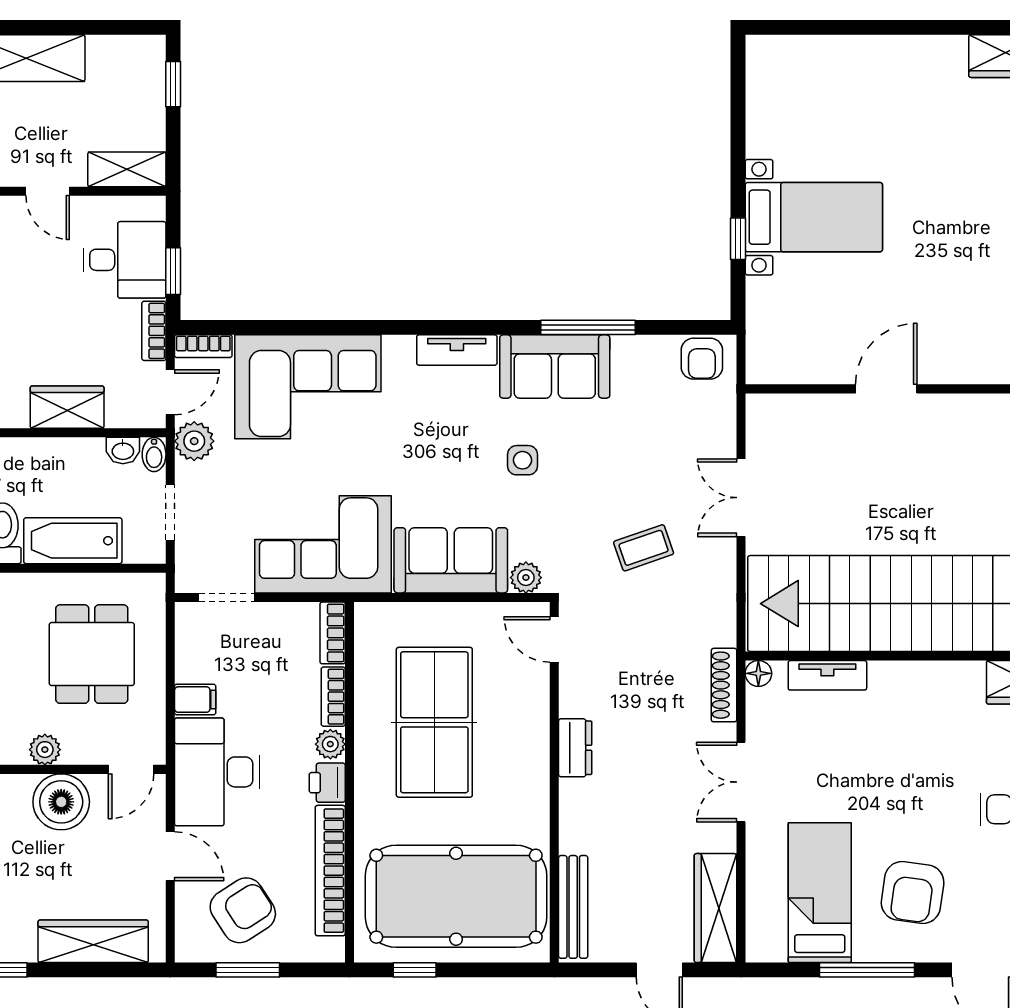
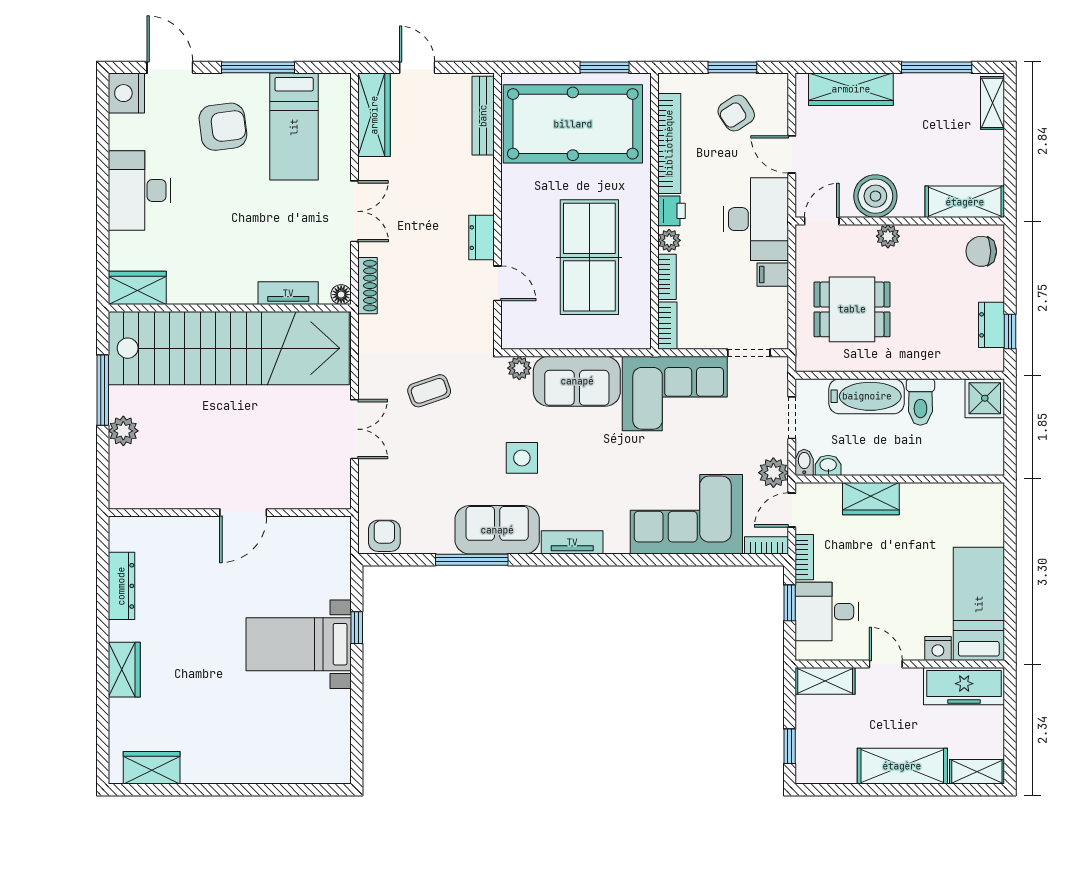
side table: (523, 460) -> (522, 458), width x1.37, depth x1.37
door: (554, 639) -> (497, 283), moved
dining table: (92, 654) -> (852, 309), turned 90
armchair: (913, 892) -> (223, 127), turned 75
armchair: (243, 910) -> (736, 113), width x0.72, depth x0.72
window: (415, 970) -> (605, 67), width x1.50

